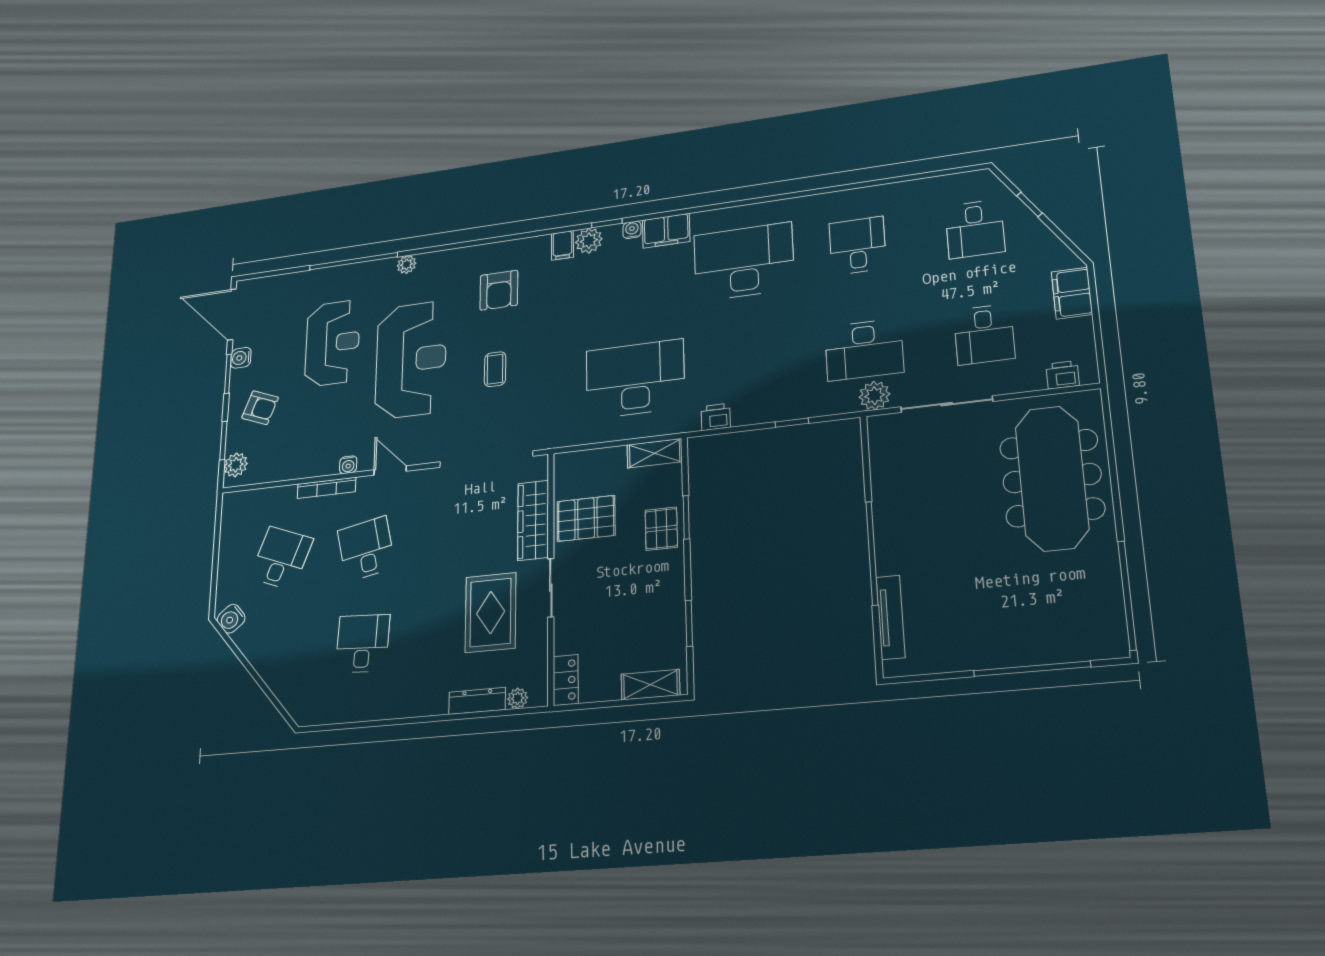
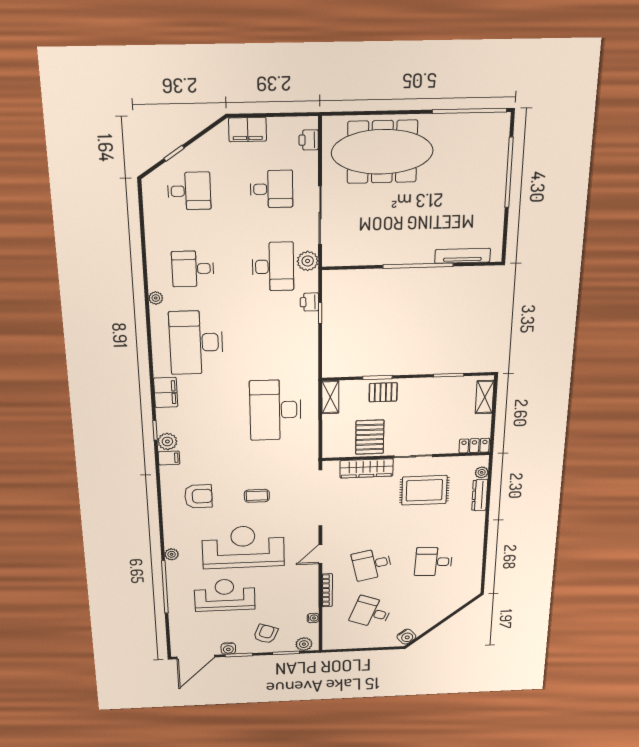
plant: (812, 204) -> (156, 298), added
water cooler: (632, 230) -> (162, 414), removed
printer: (716, 417) -> (309, 302), moved
water cooler: (348, 465) -> (313, 618), moved

